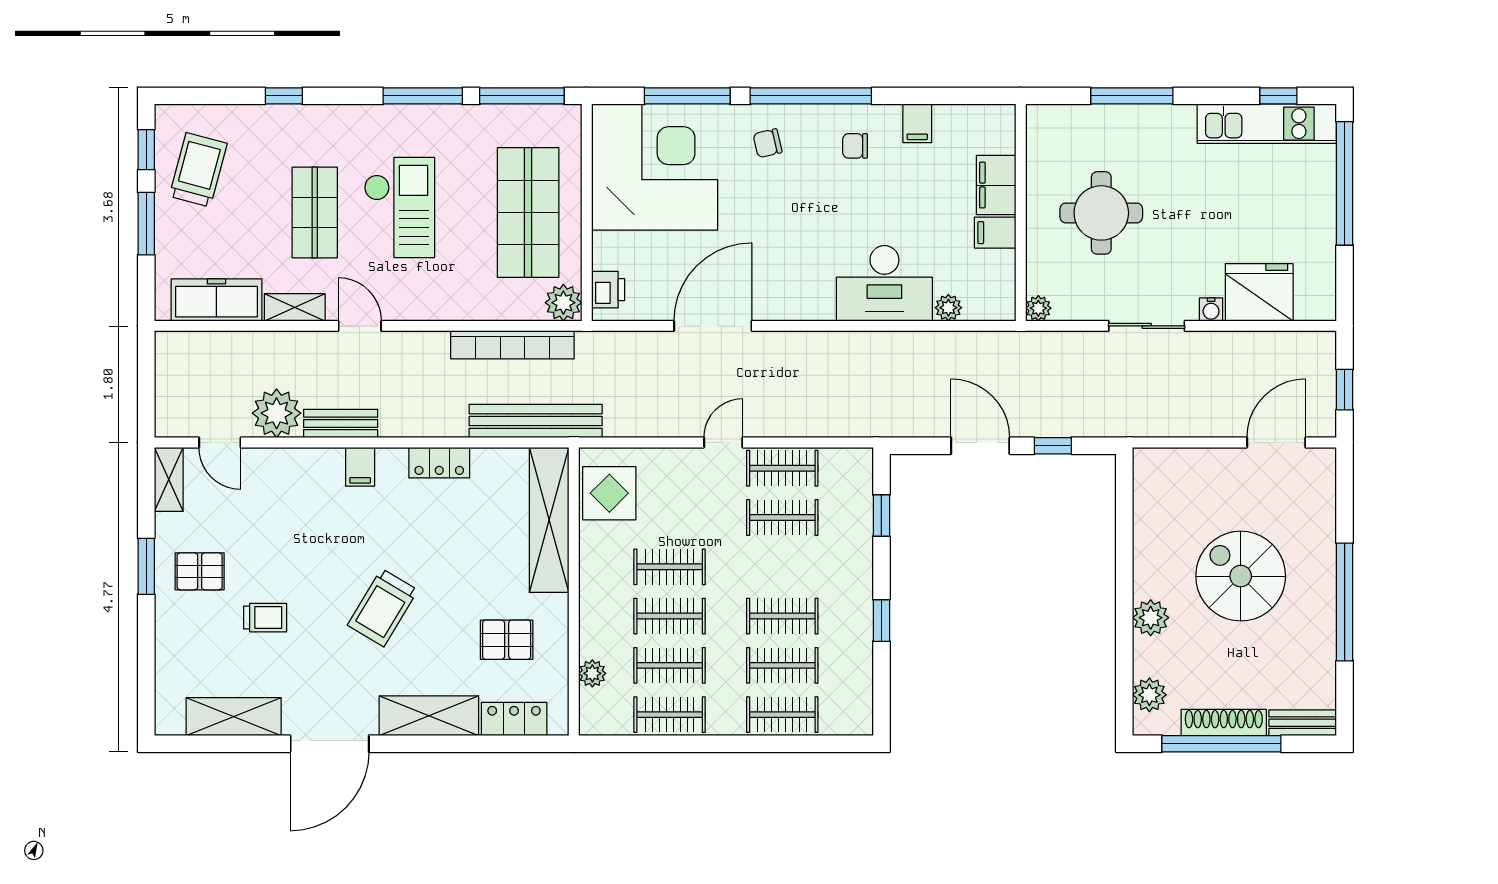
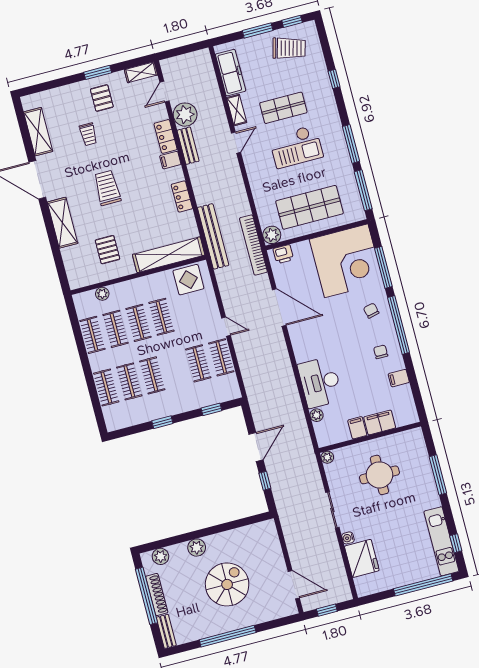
bookcase: (512, 345) -> (253, 245), moved
trolley: (383, 608) -> (107, 188), turned 59
locker: (514, 719) -> (166, 136), moved, turned 180

